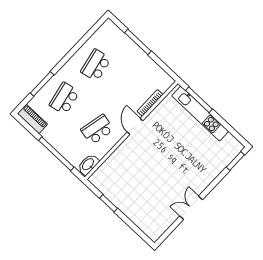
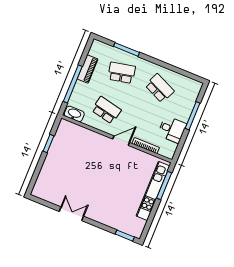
school desk: (96, 65) -> (160, 88), turned 36
desk: (144, 69) -> (172, 129), added
piano: (32, 119) -> (88, 69), moved

